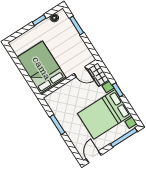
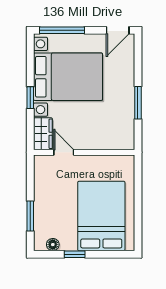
bed: (42, 68) -> (101, 216), moved, turned 180

